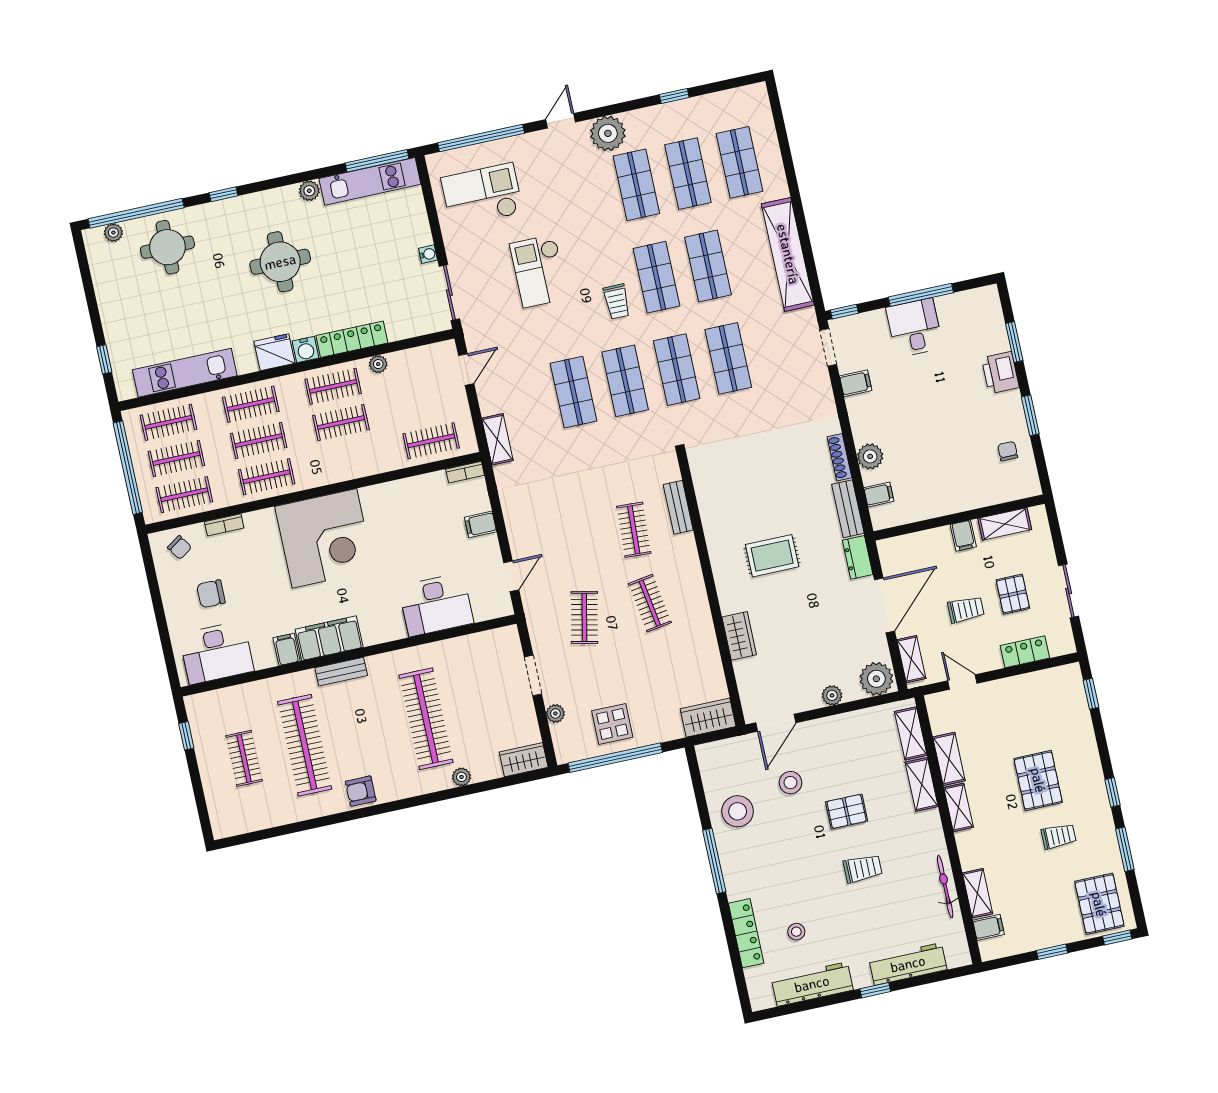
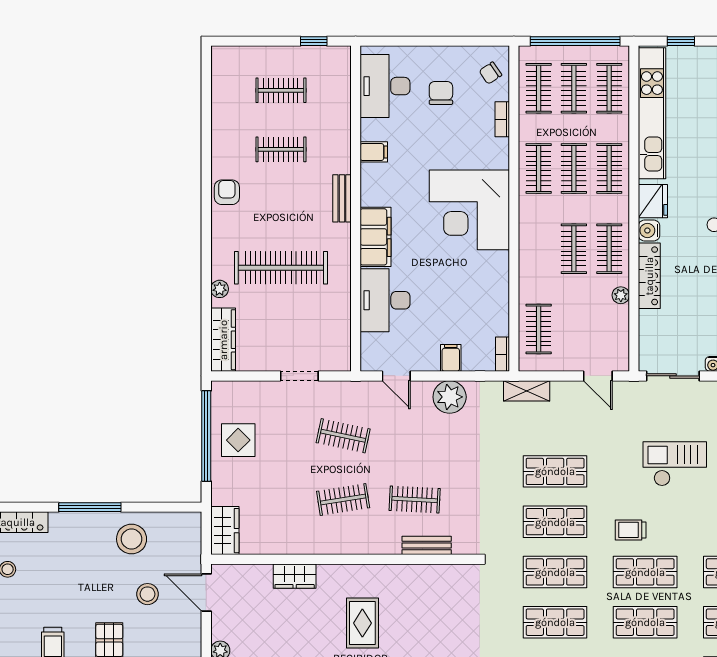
kitchen unit: (185, 373) -> (652, 113), width x1.36
filing cabinet: (329, 638) -> (376, 237), moved
plant: (555, 713) -> (450, 397), moved, width x1.87, depth x1.87
clothes rail: (305, 745) -> (281, 149), width x0.54, depth x0.76
wardrobe: (524, 760) -> (223, 340), width x1.50

